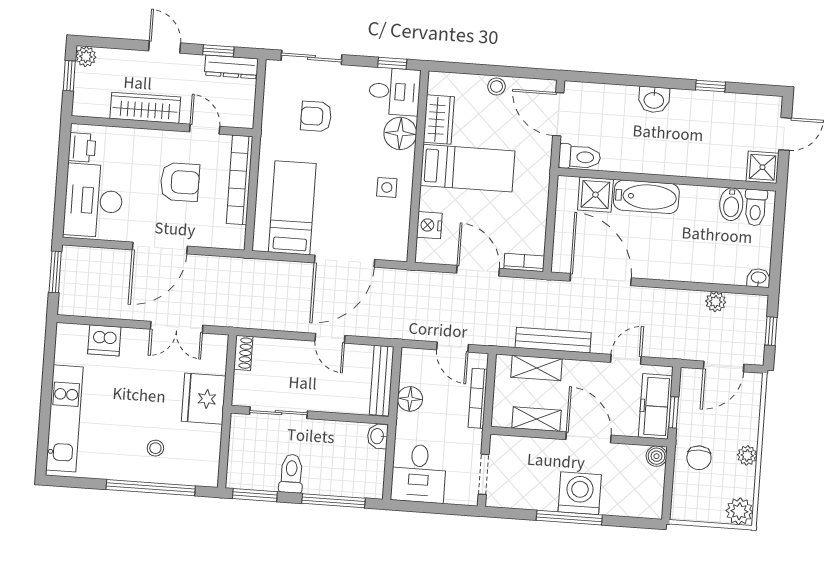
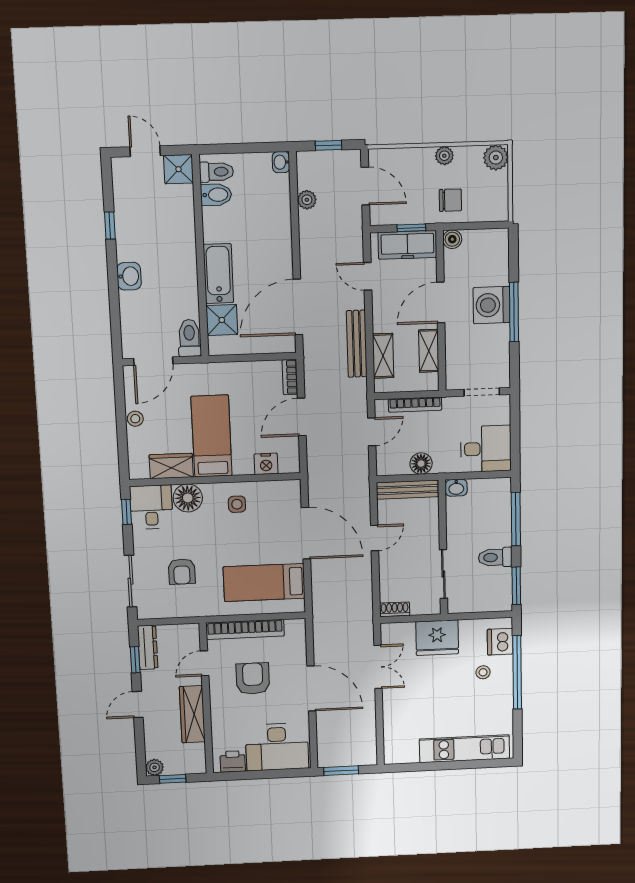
dishwasher: (104, 340) -> (500, 642), moved, turned 180

